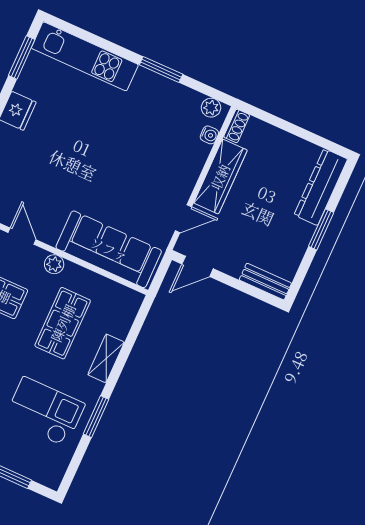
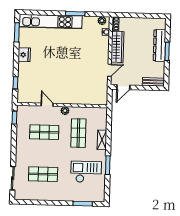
kitchen unit: (85, 56) -> (51, 22), width x1.36
dresser: (321, 187) -> (159, 45), moved
sofa: (109, 249) -> (84, 95), removed

